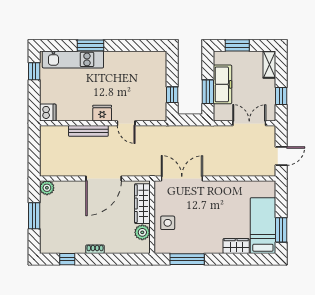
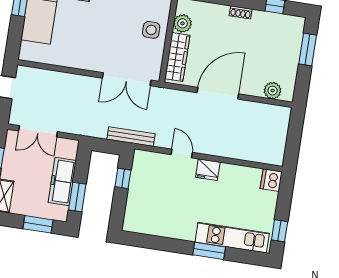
window: (208, 92) -> (77, 197), moved
bench: (88, 131) -> (131, 137), moved
plant: (47, 188) -> (273, 91), moved
window: (34, 216) -> (308, 49), moved

